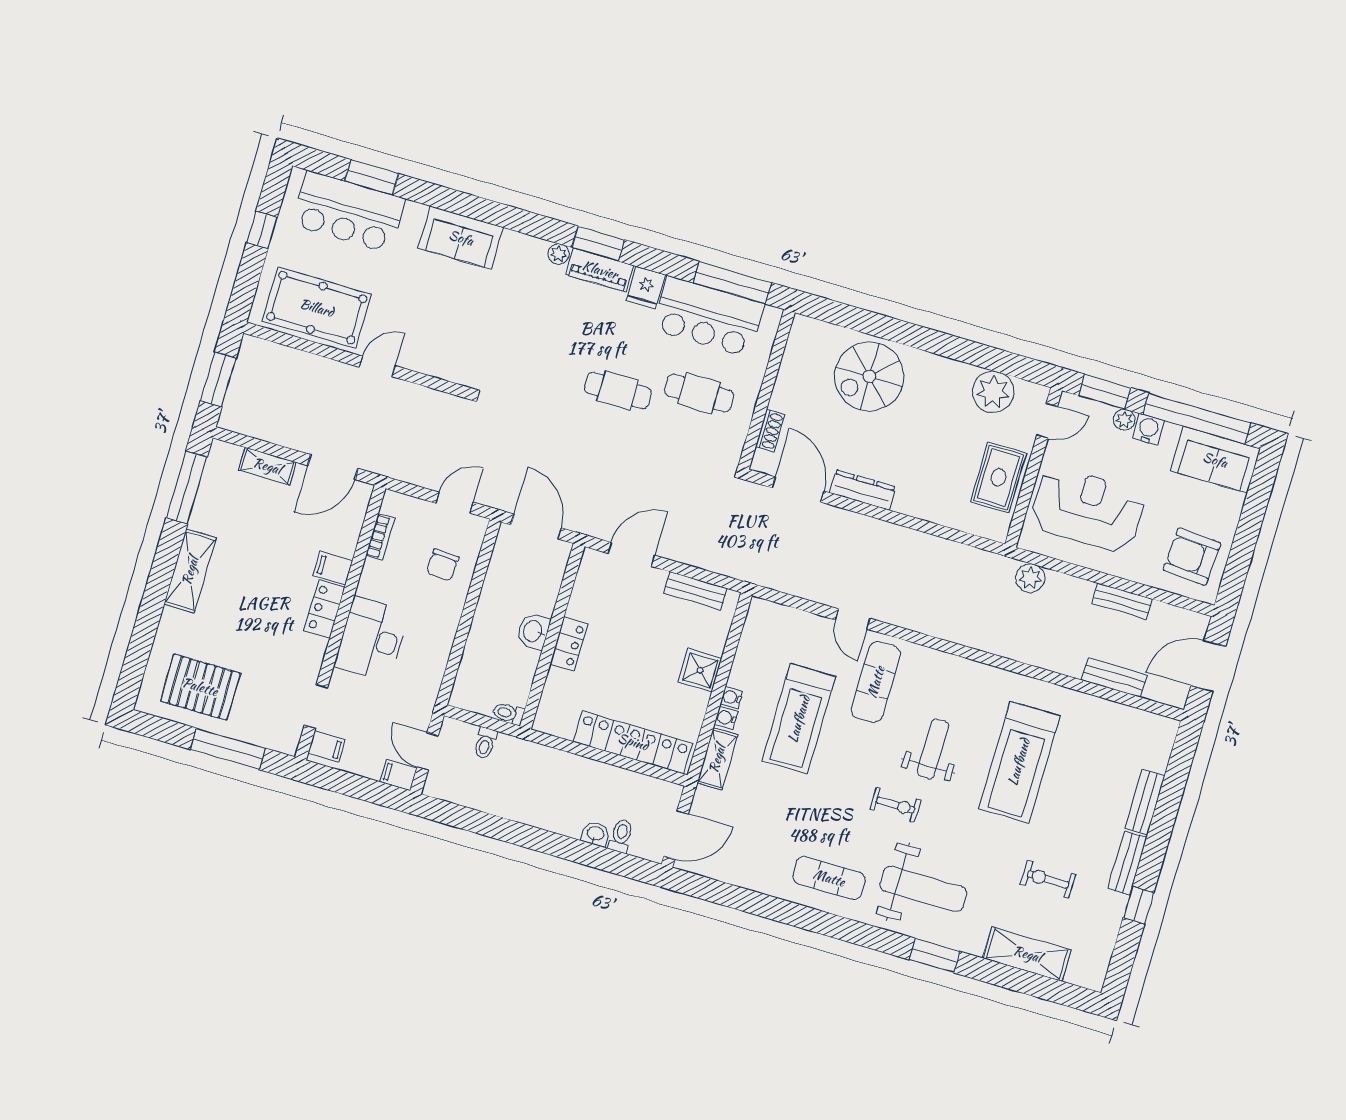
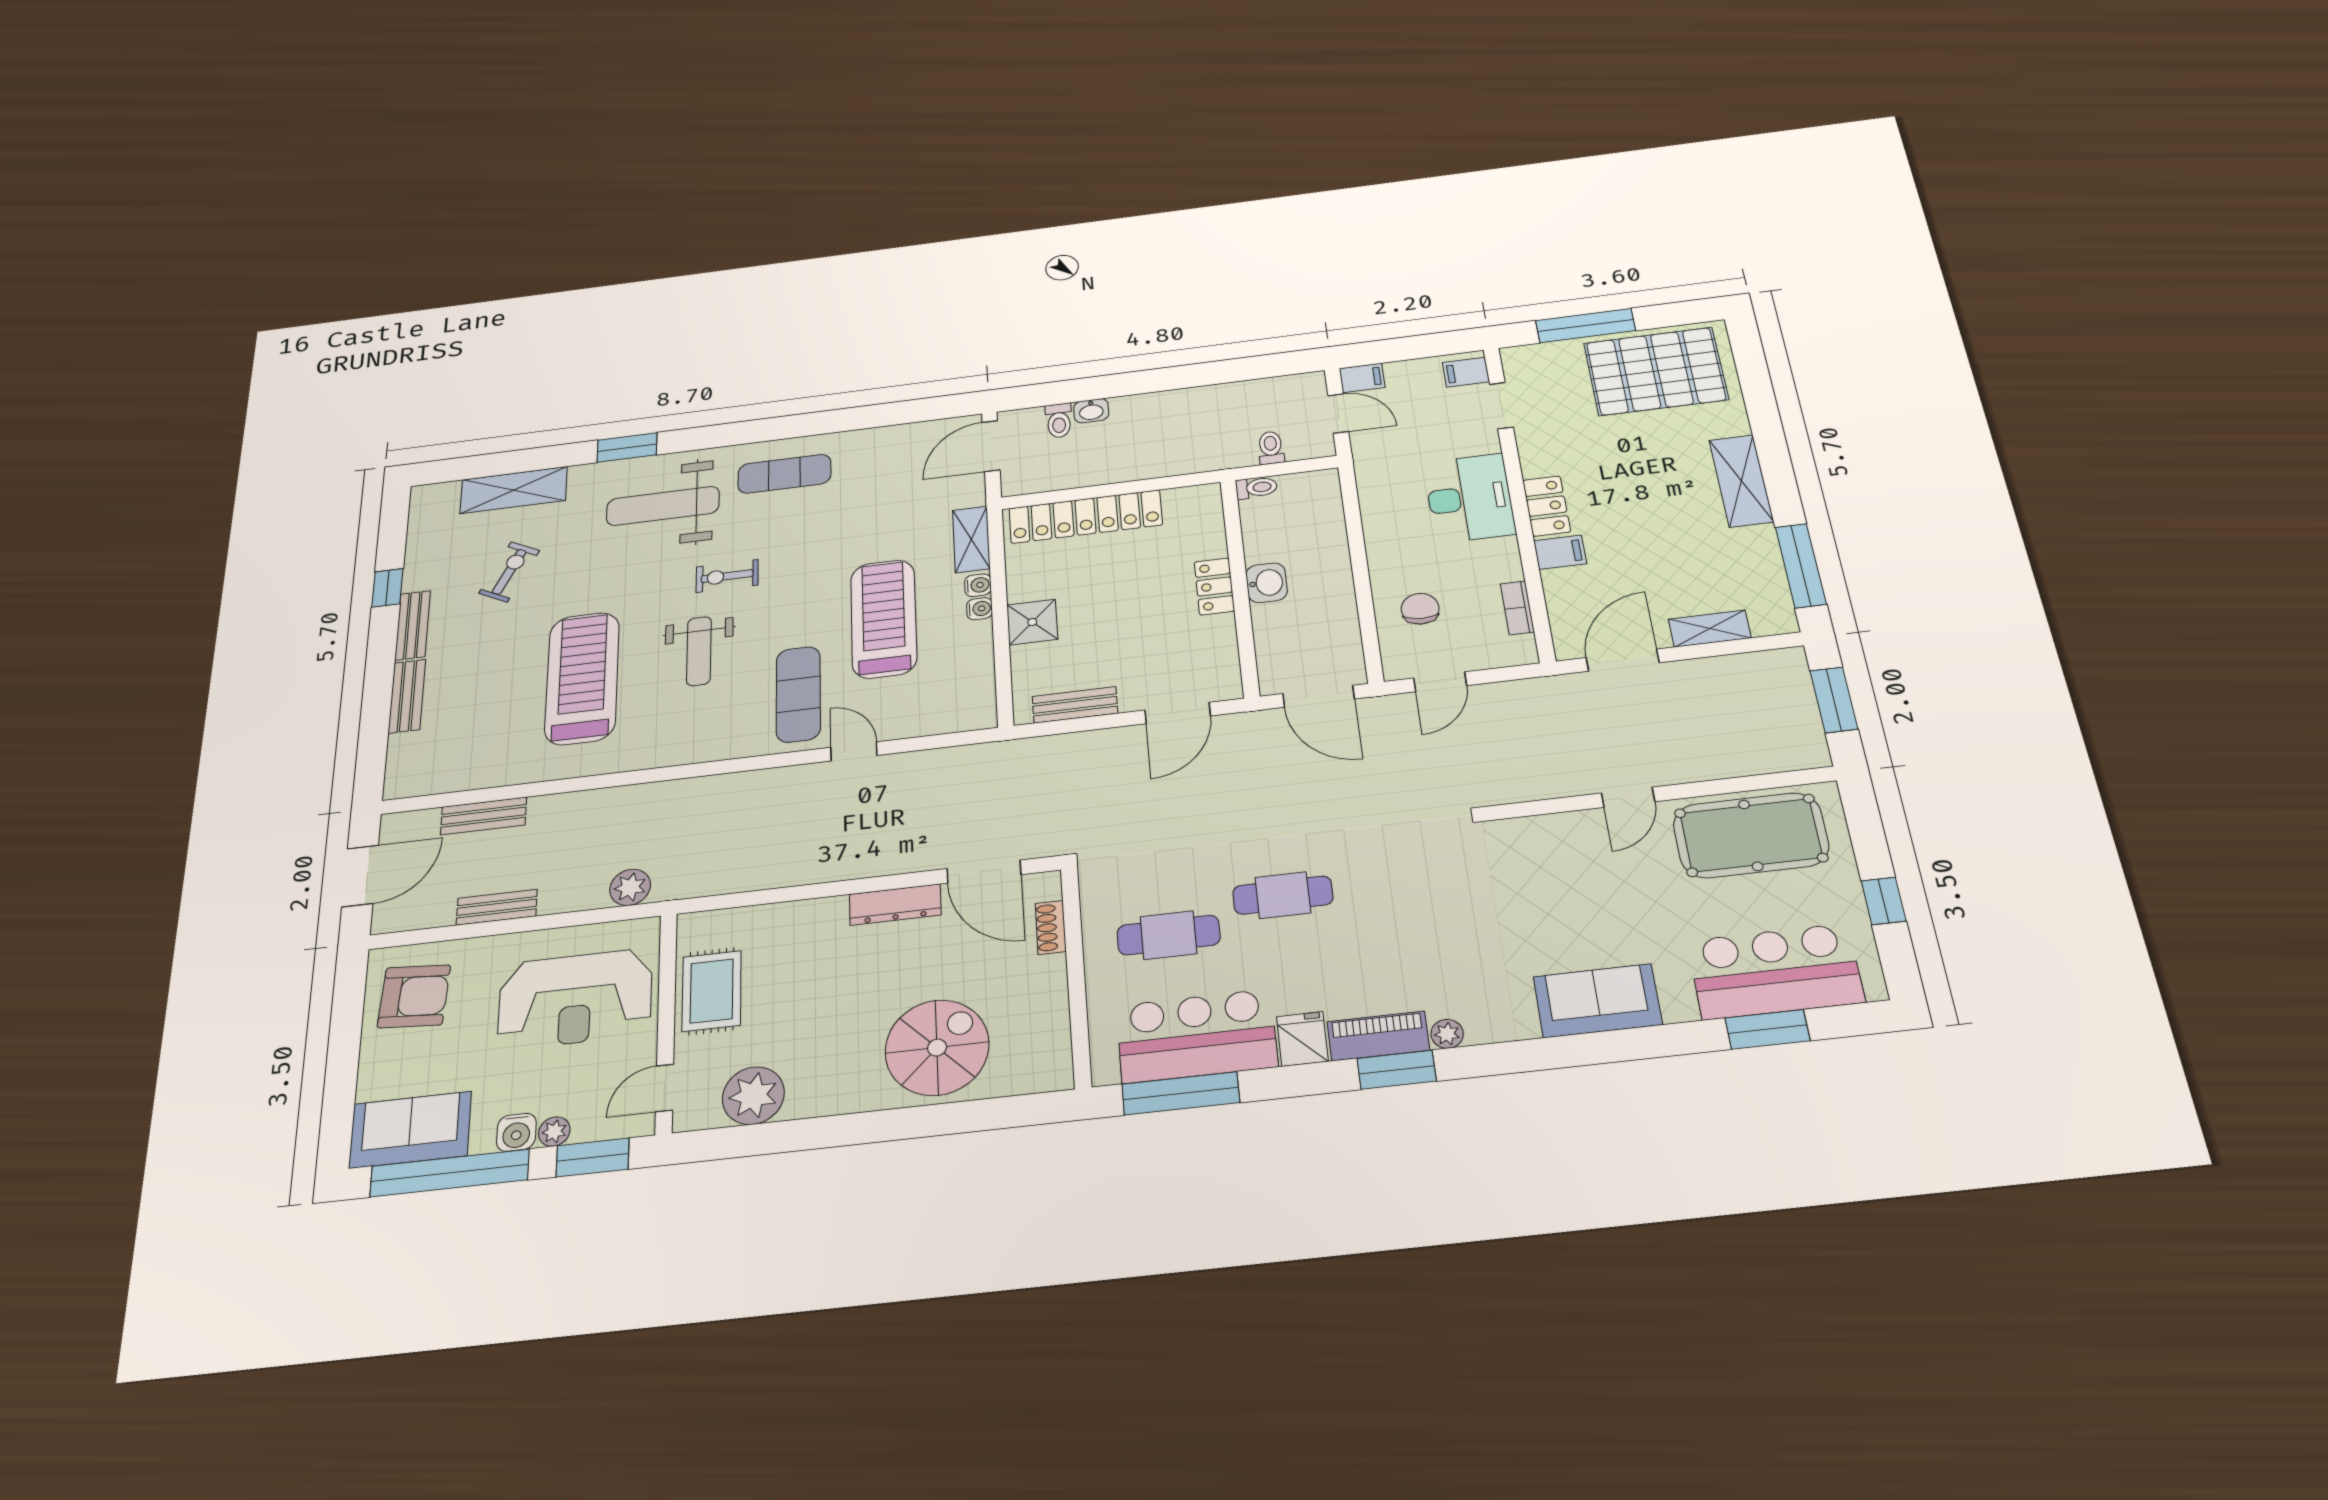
pallet: (200, 687) -> (1656, 371), width x1.37, depth x1.41
exercise bike: (1048, 880) -> (509, 572), turned -63

